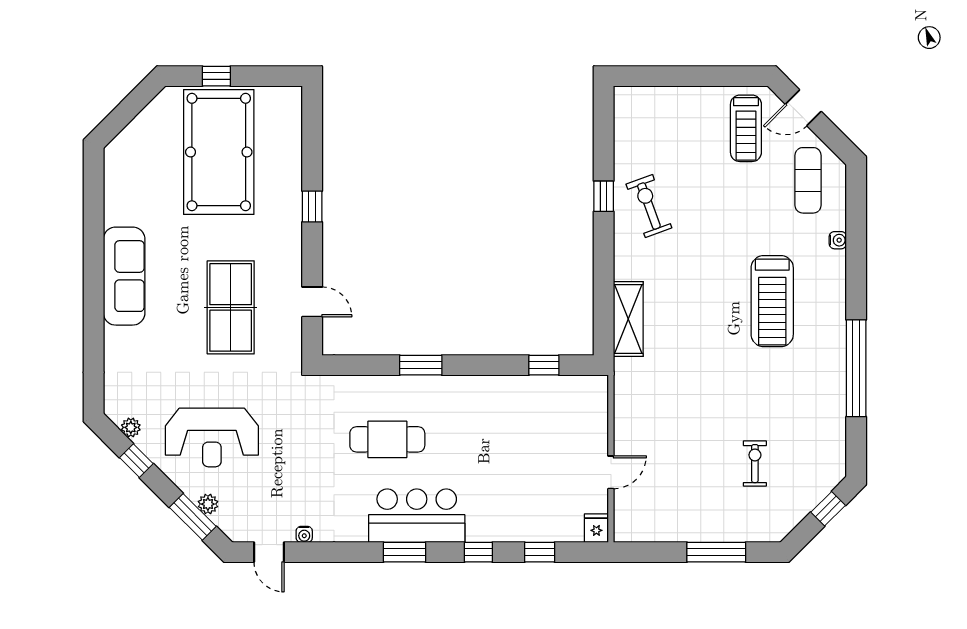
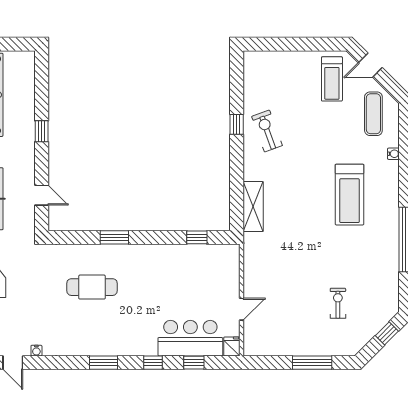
bar counter: (417, 516) -> (190, 338), moved

